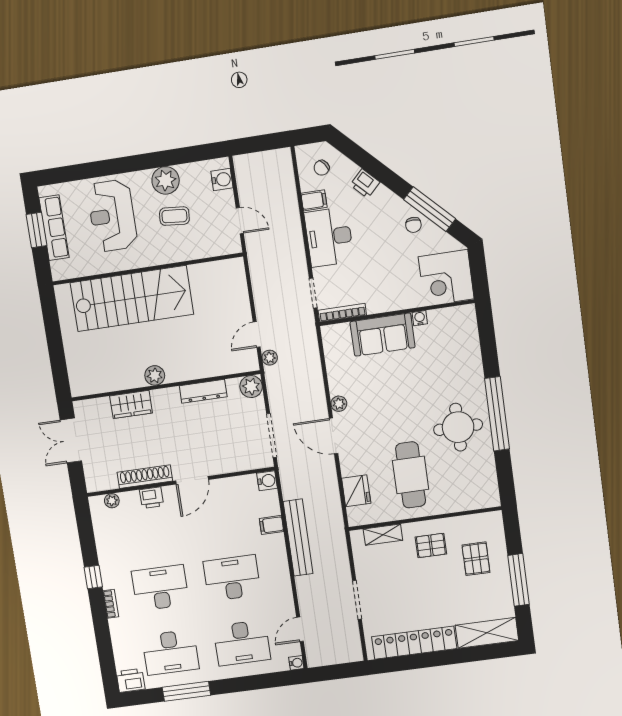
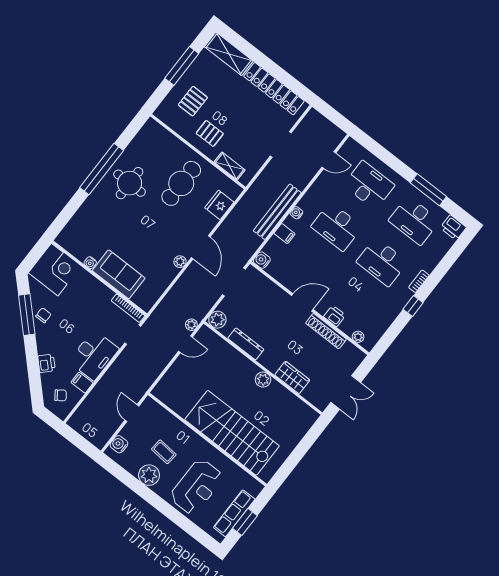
desk: (171, 652) -> (414, 221), turned 180
water cooler: (296, 663) -> (296, 213), moved

